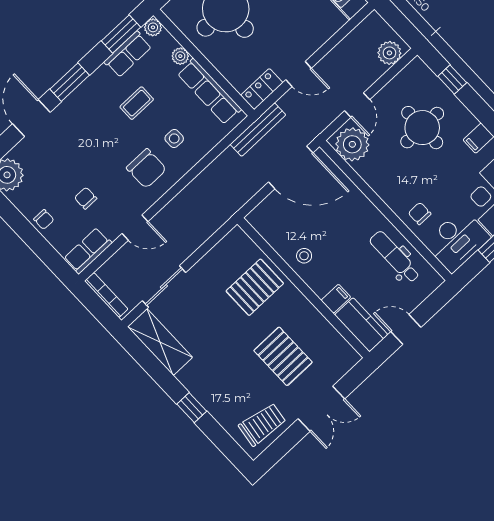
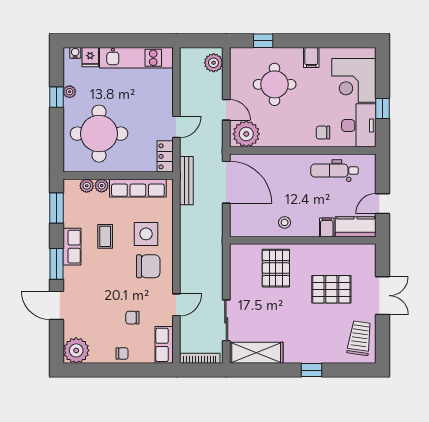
plant: (153, 27) -> (87, 186), moved
row of seats: (128, 54) -> (72, 247), moved
side table: (174, 138) -> (146, 234), width x1.87, depth x1.87
door: (291, 167) -> (226, 182), hinge flipped

